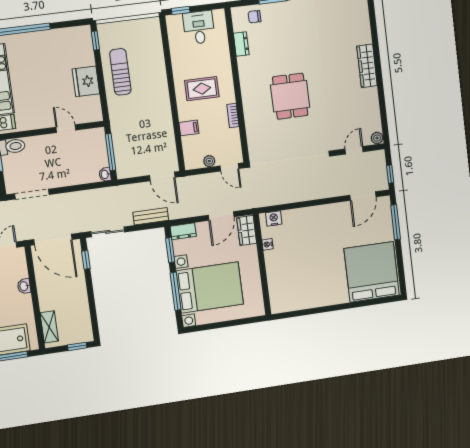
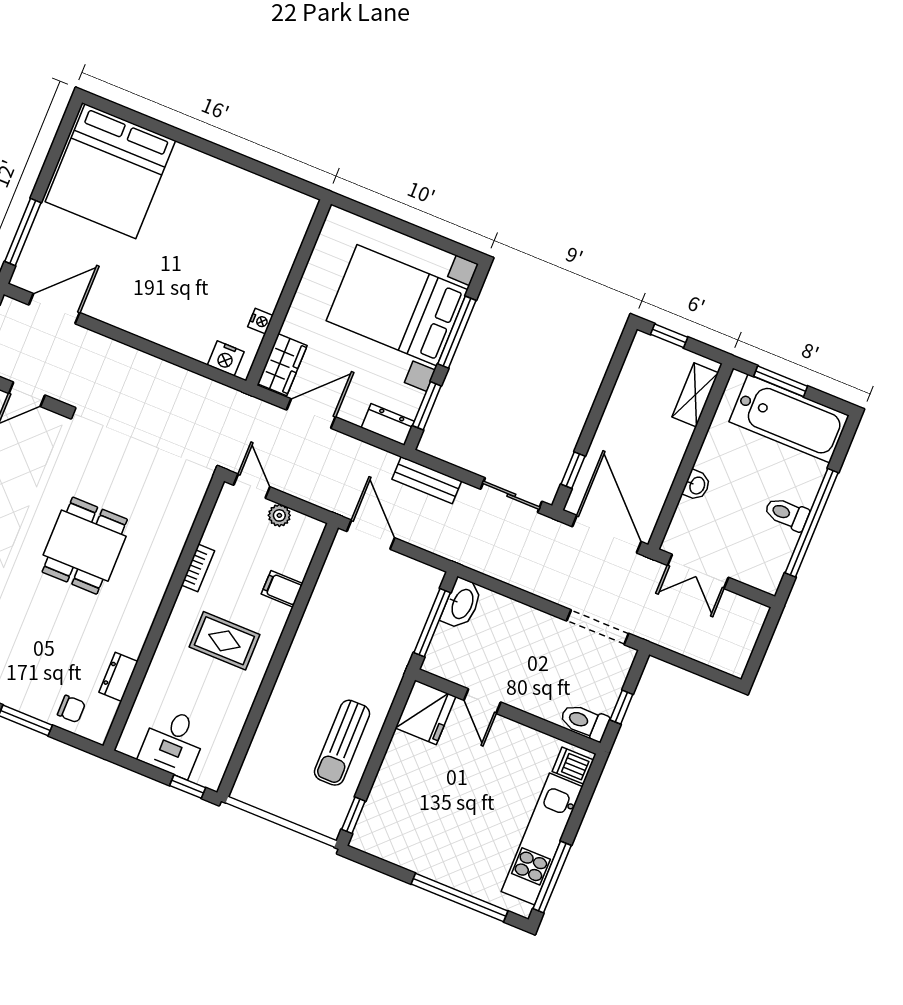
fridge: (86, 81) -> (425, 712), moved
washbasin: (105, 174) -> (462, 604), width x1.91, depth x1.45

